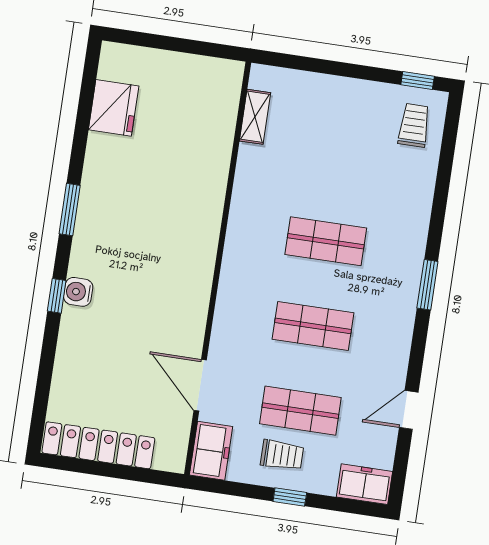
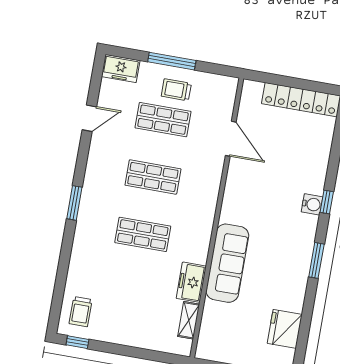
sofa: (200, 202) -> (227, 263), added
freezer: (211, 451) -> (191, 282), moved
window: (290, 497) -> (172, 61), width x2.17

